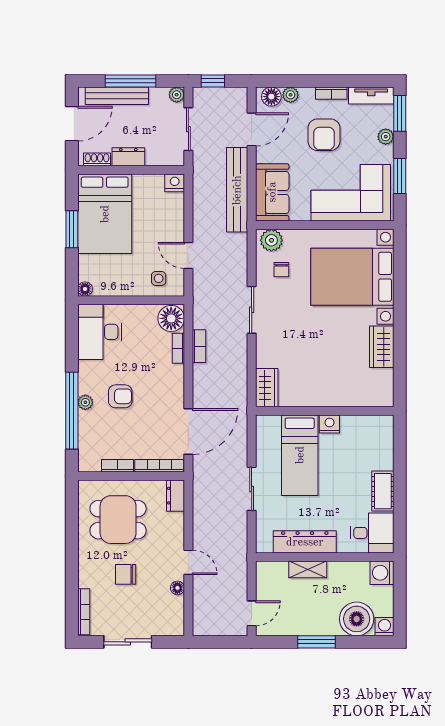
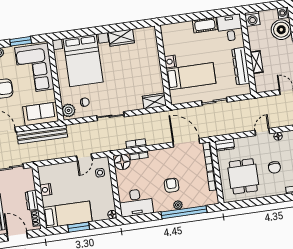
nightstand: (175, 183) -> (46, 190), moved
bed: (105, 214) -> (68, 215), width x0.67

